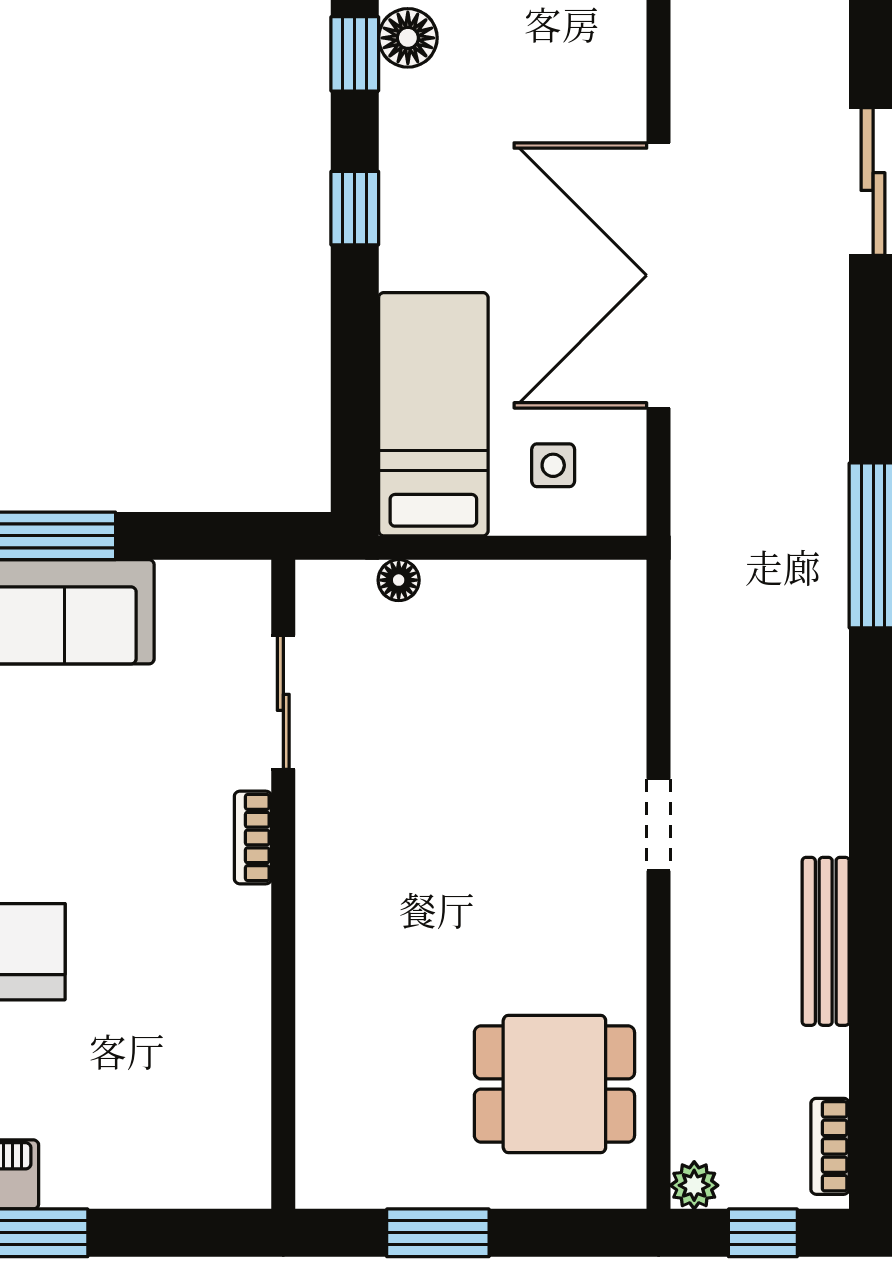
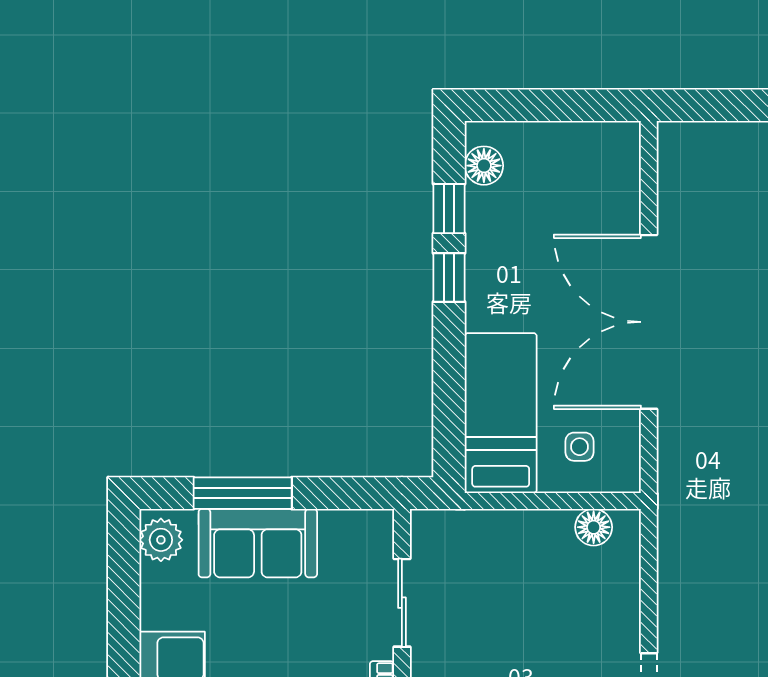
window: (355, 54) -> (449, 209), moved
floor lamp: (399, 580) -> (594, 527), moved, width x1.37, depth x1.37

